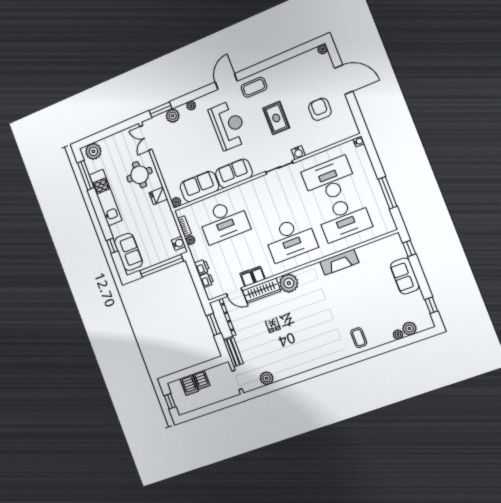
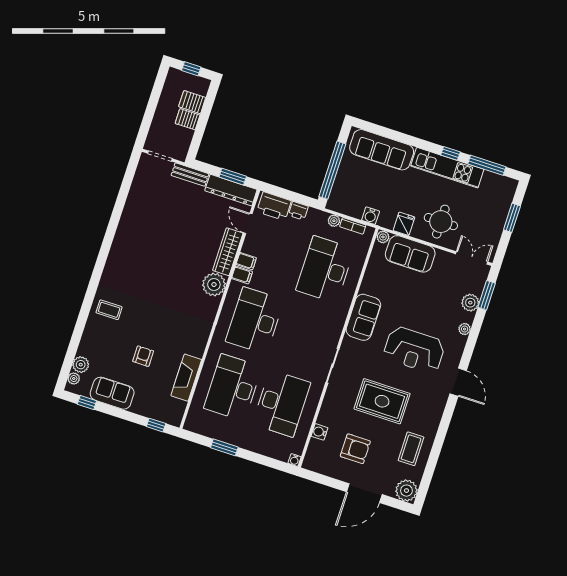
plant: (322, 49) -> (406, 491), width x1.87, depth x1.87
coffee table: (254, 87) -> (411, 449), moved
rug: (276, 118) -> (382, 401), width x1.36, depth x1.43
window: (104, 134) -> (512, 218), added
plant: (93, 151) -> (504, 193), removed
water cooler: (298, 153) -> (320, 432), moved
sofa: (199, 187) -> (410, 254), moved, turned 90
window: (388, 193) -> (224, 447), width x0.69
water cooler: (178, 243) -> (371, 216), moved
window: (112, 246) -> (450, 153), moved
sofa: (128, 252) -> (382, 150), width x1.36
fireplace: (339, 262) -> (186, 378), moved
sofa: (405, 276) -> (112, 393), moved
filing cabinet: (247, 278) -> (242, 275), moved
printer: (207, 280) -> (274, 206), width x1.87, depth x1.48
door: (234, 292) -> (248, 223), hinge flipped
armchair: (371, 292) -> (143, 356), added
plant: (398, 335) -> (74, 379), moved
plant: (267, 378) -> (139, 187), removed

